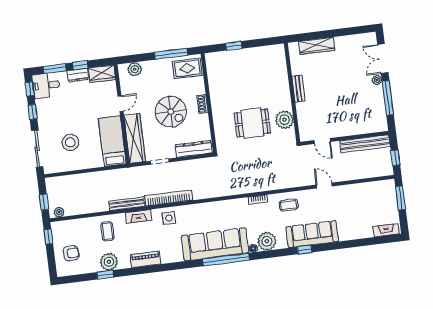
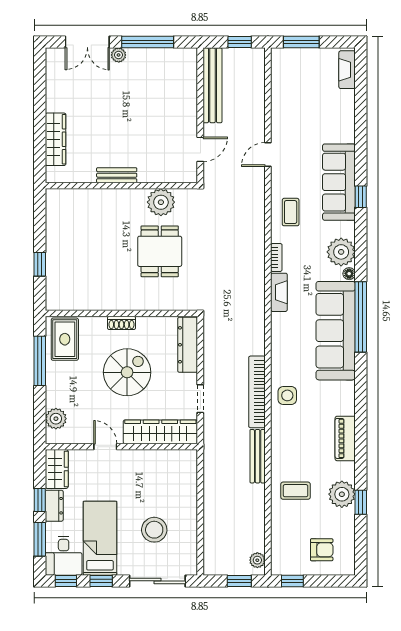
bed: (112, 141) -> (100, 538), moved, turned 90
fireplace: (138, 216) -> (279, 292), moved
armchair: (71, 253) -> (322, 550), turned 92

